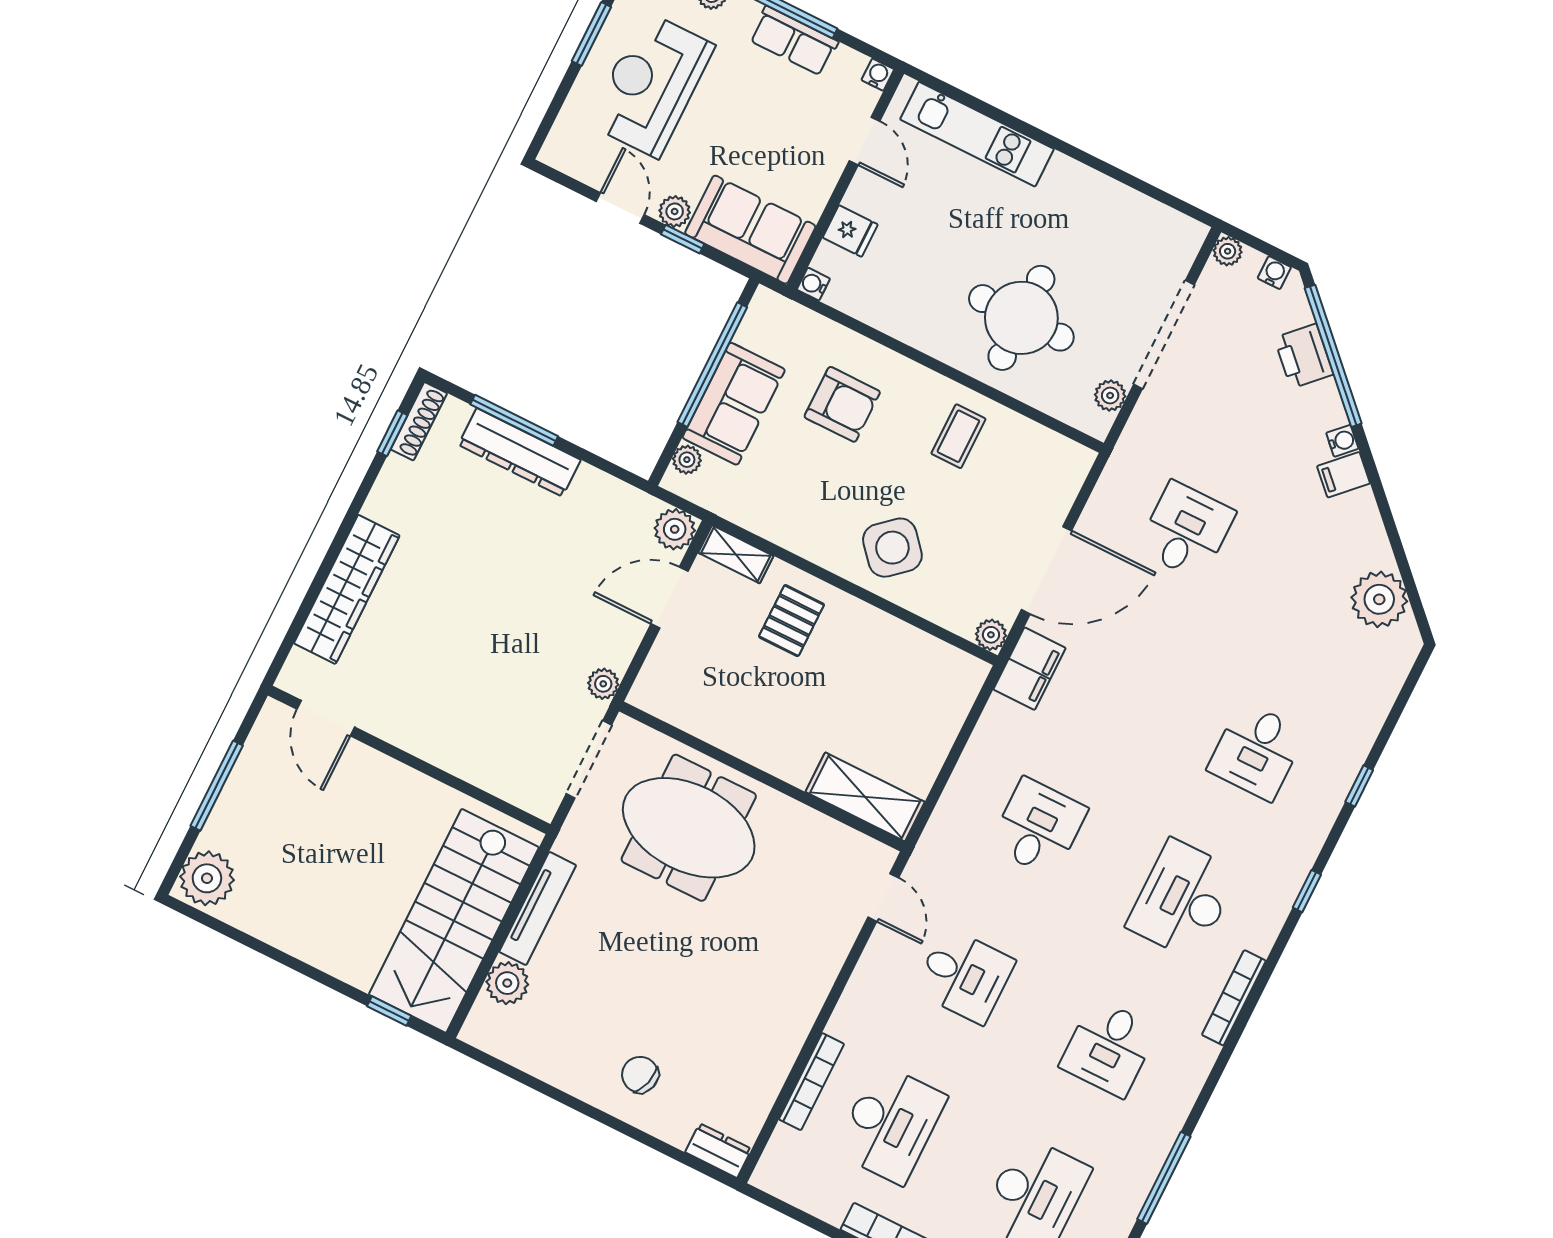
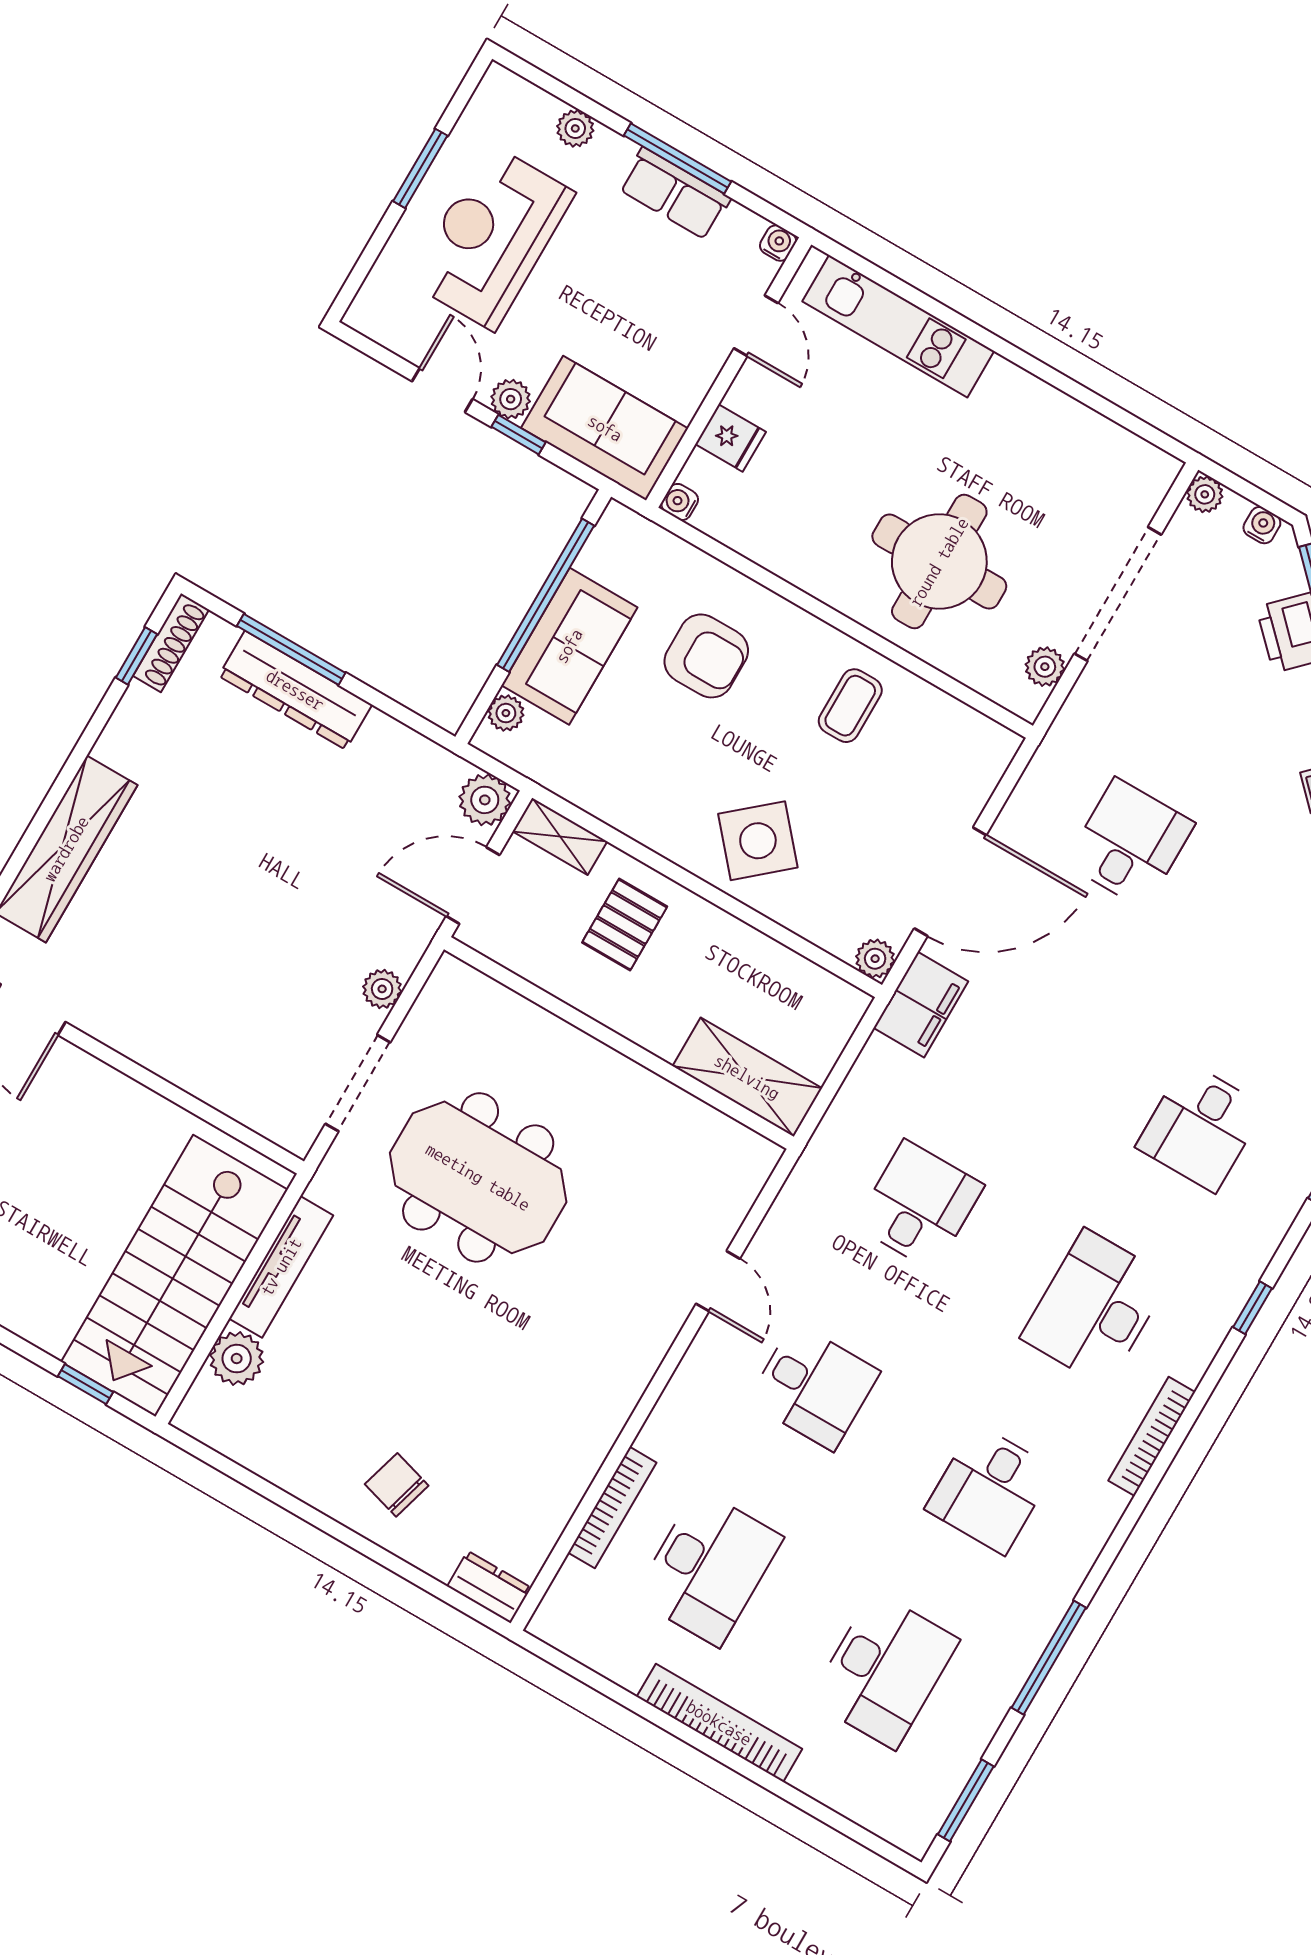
wall: (762, 777) -> (619, 1043), moved
shelving: (865, 797) -> (747, 1077), moved

